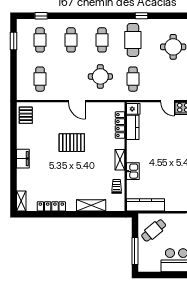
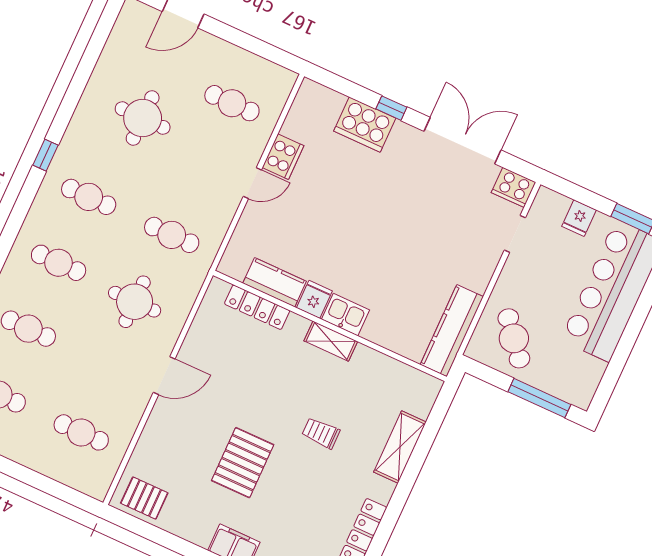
cafe table: (133, 40) -> (89, 197), width x0.73, depth x0.74
fridge: (133, 109) -> (314, 299), moved
pallet: (72, 143) -> (243, 463), moved
kitchen sink: (133, 171) -> (345, 315), moved
trolley: (117, 186) -> (321, 433), moved

